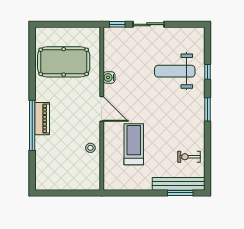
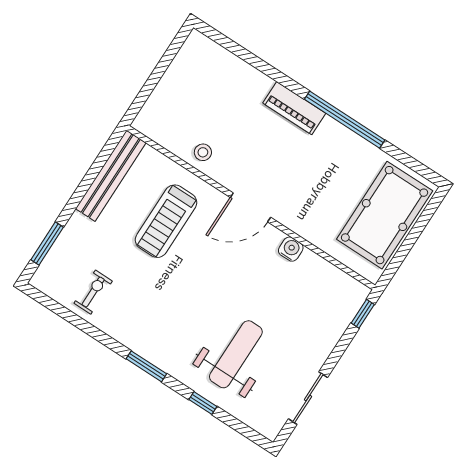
sliding door: (148, 24) -> (308, 398), moved
pool table: (64, 62) -> (385, 215), moved
window: (32, 125) -> (345, 120), moved
treadmill: (134, 144) -> (166, 221), turned 90
bench: (179, 184) -> (111, 176), moved

